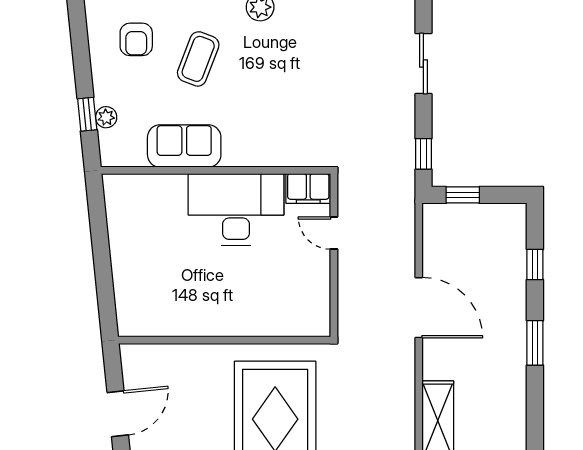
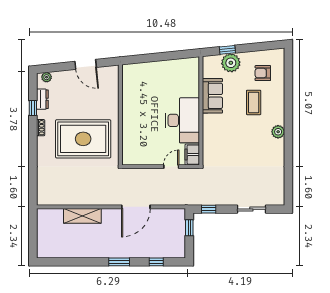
coffee table: (198, 59) -> (254, 102), turned 69
plant: (106, 117) -> (231, 63), width x1.88, depth x1.88

